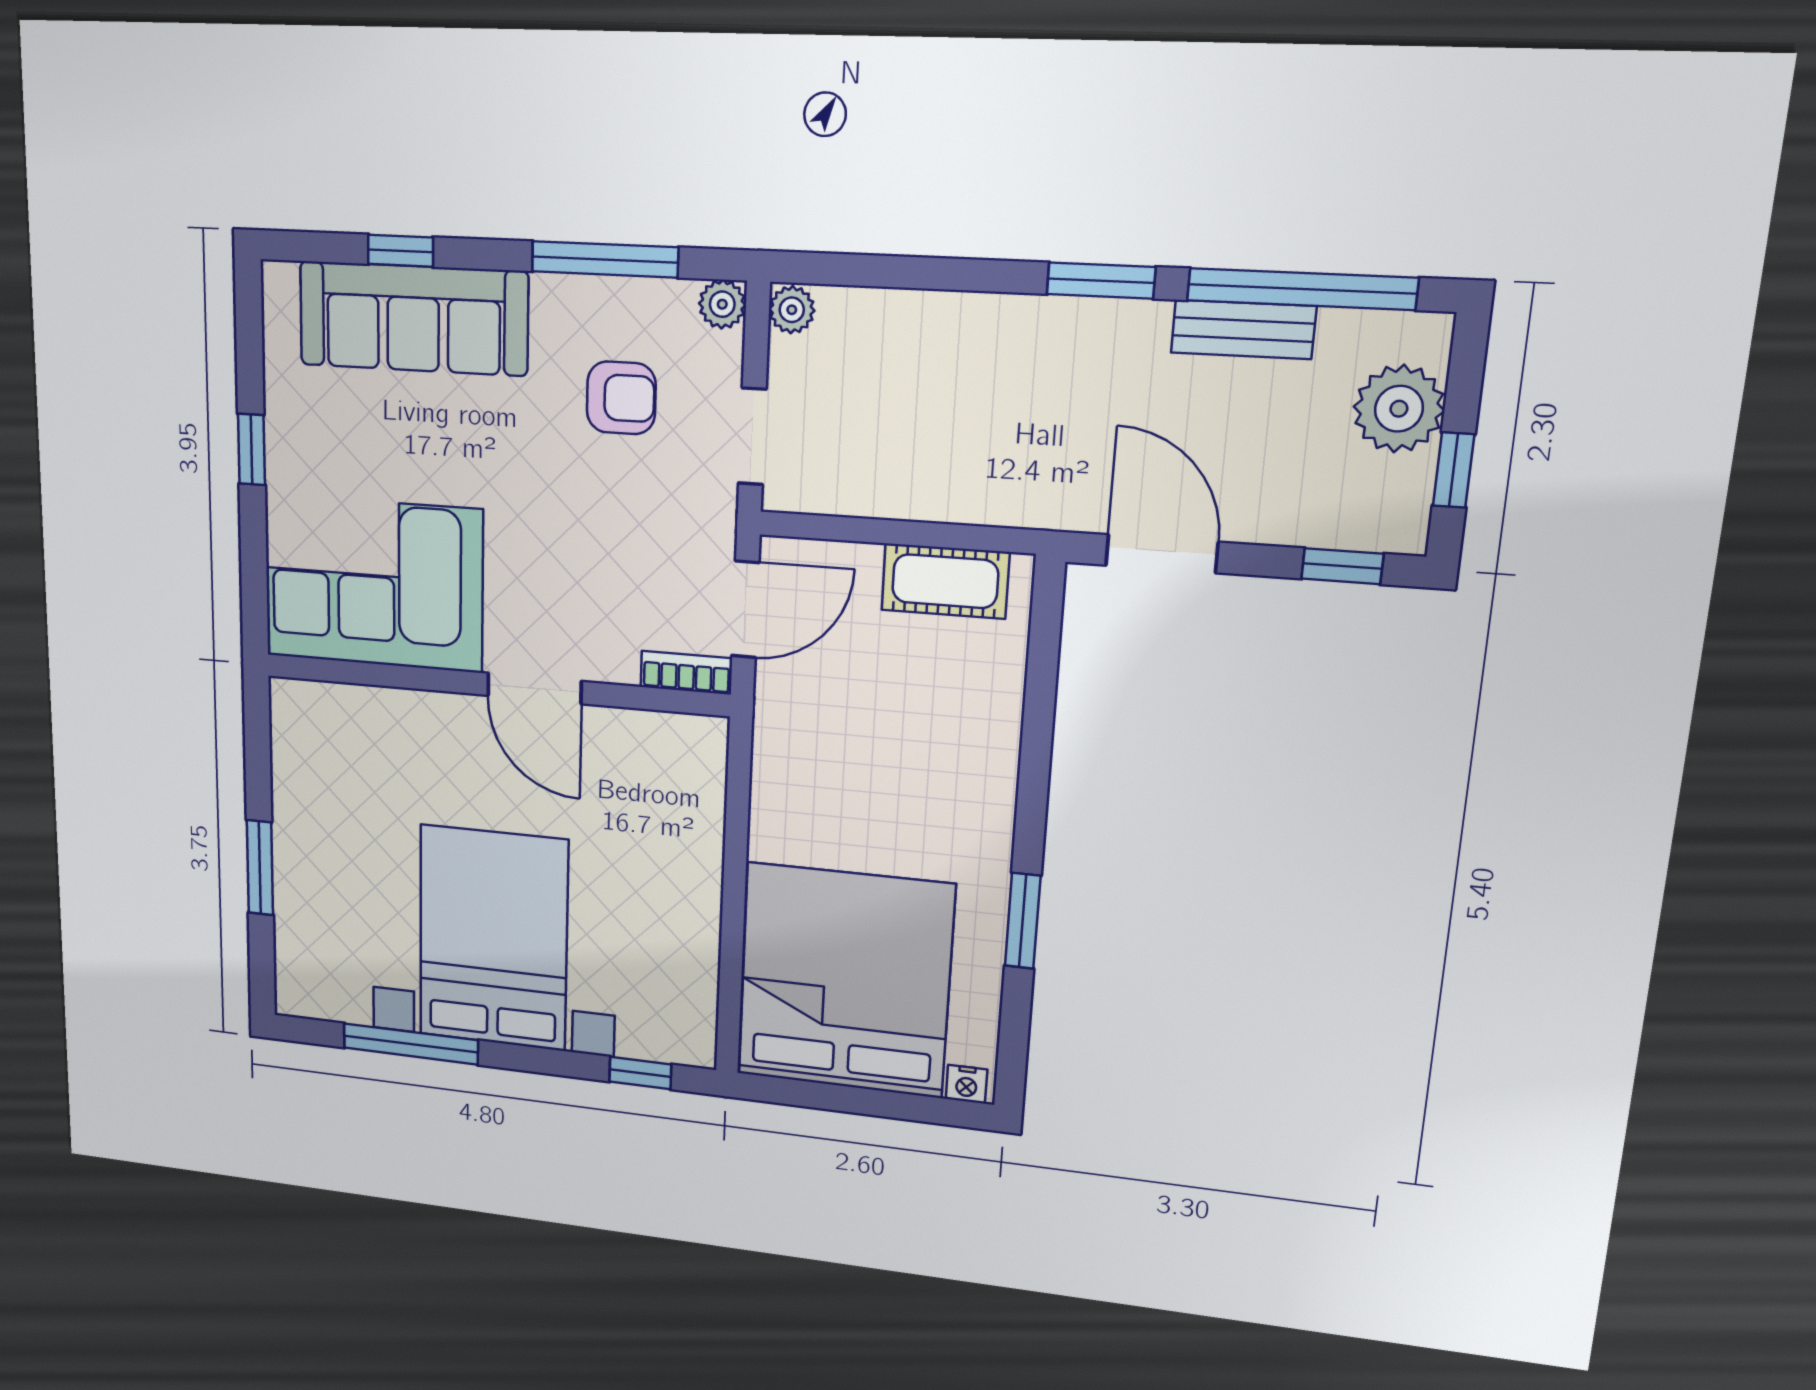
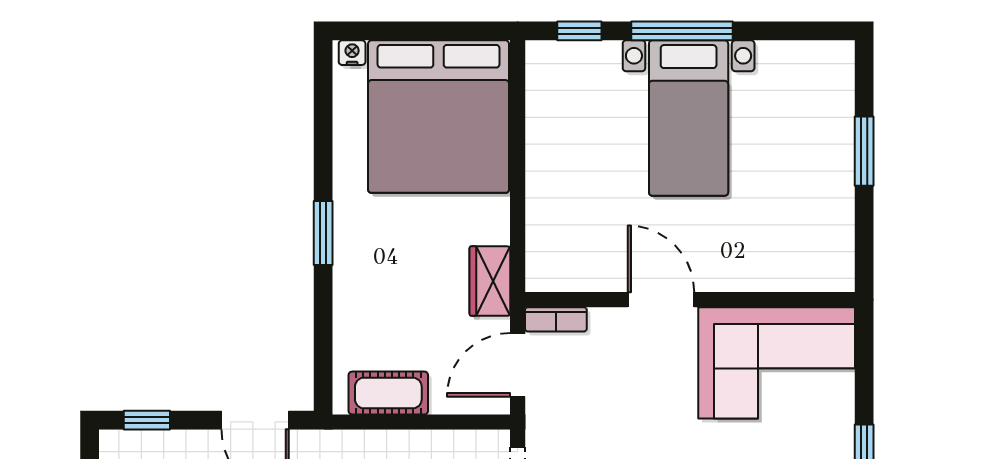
wardrobe: (781, 738) -> (490, 281), added
window: (1023, 921) -> (323, 233), moved
bed with nightstands: (493, 938) -> (689, 118), width x0.73
window: (411, 1044) -> (682, 31), moved

